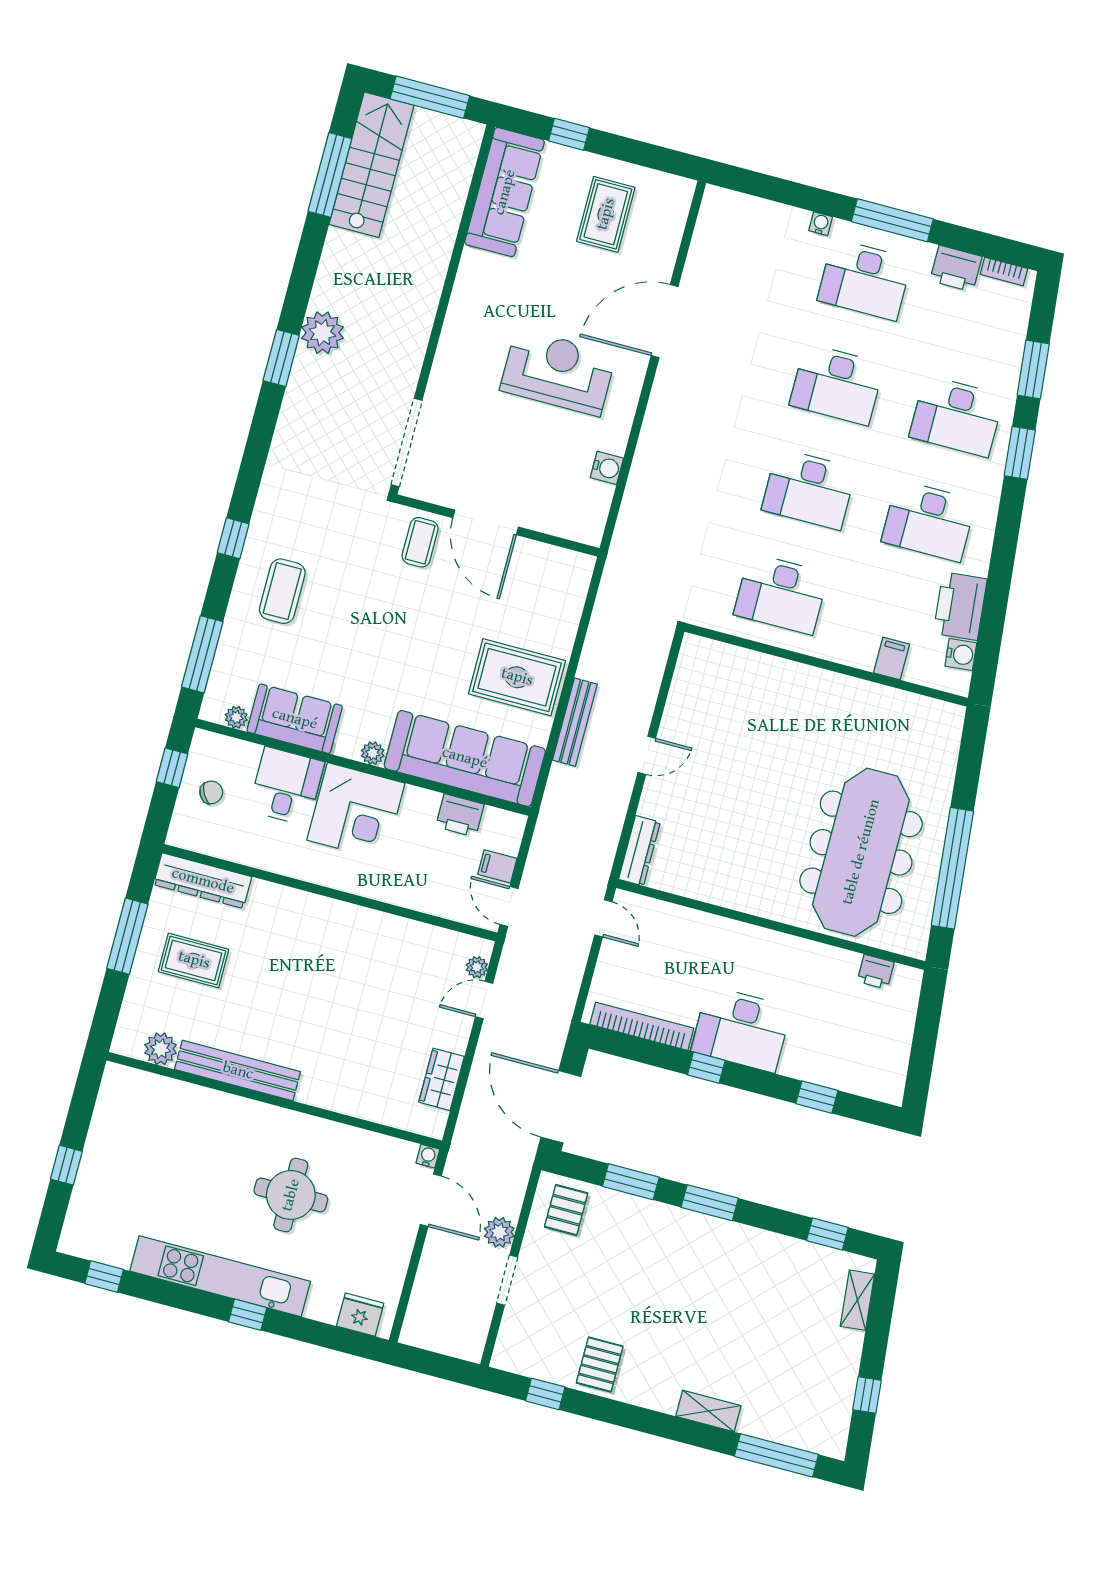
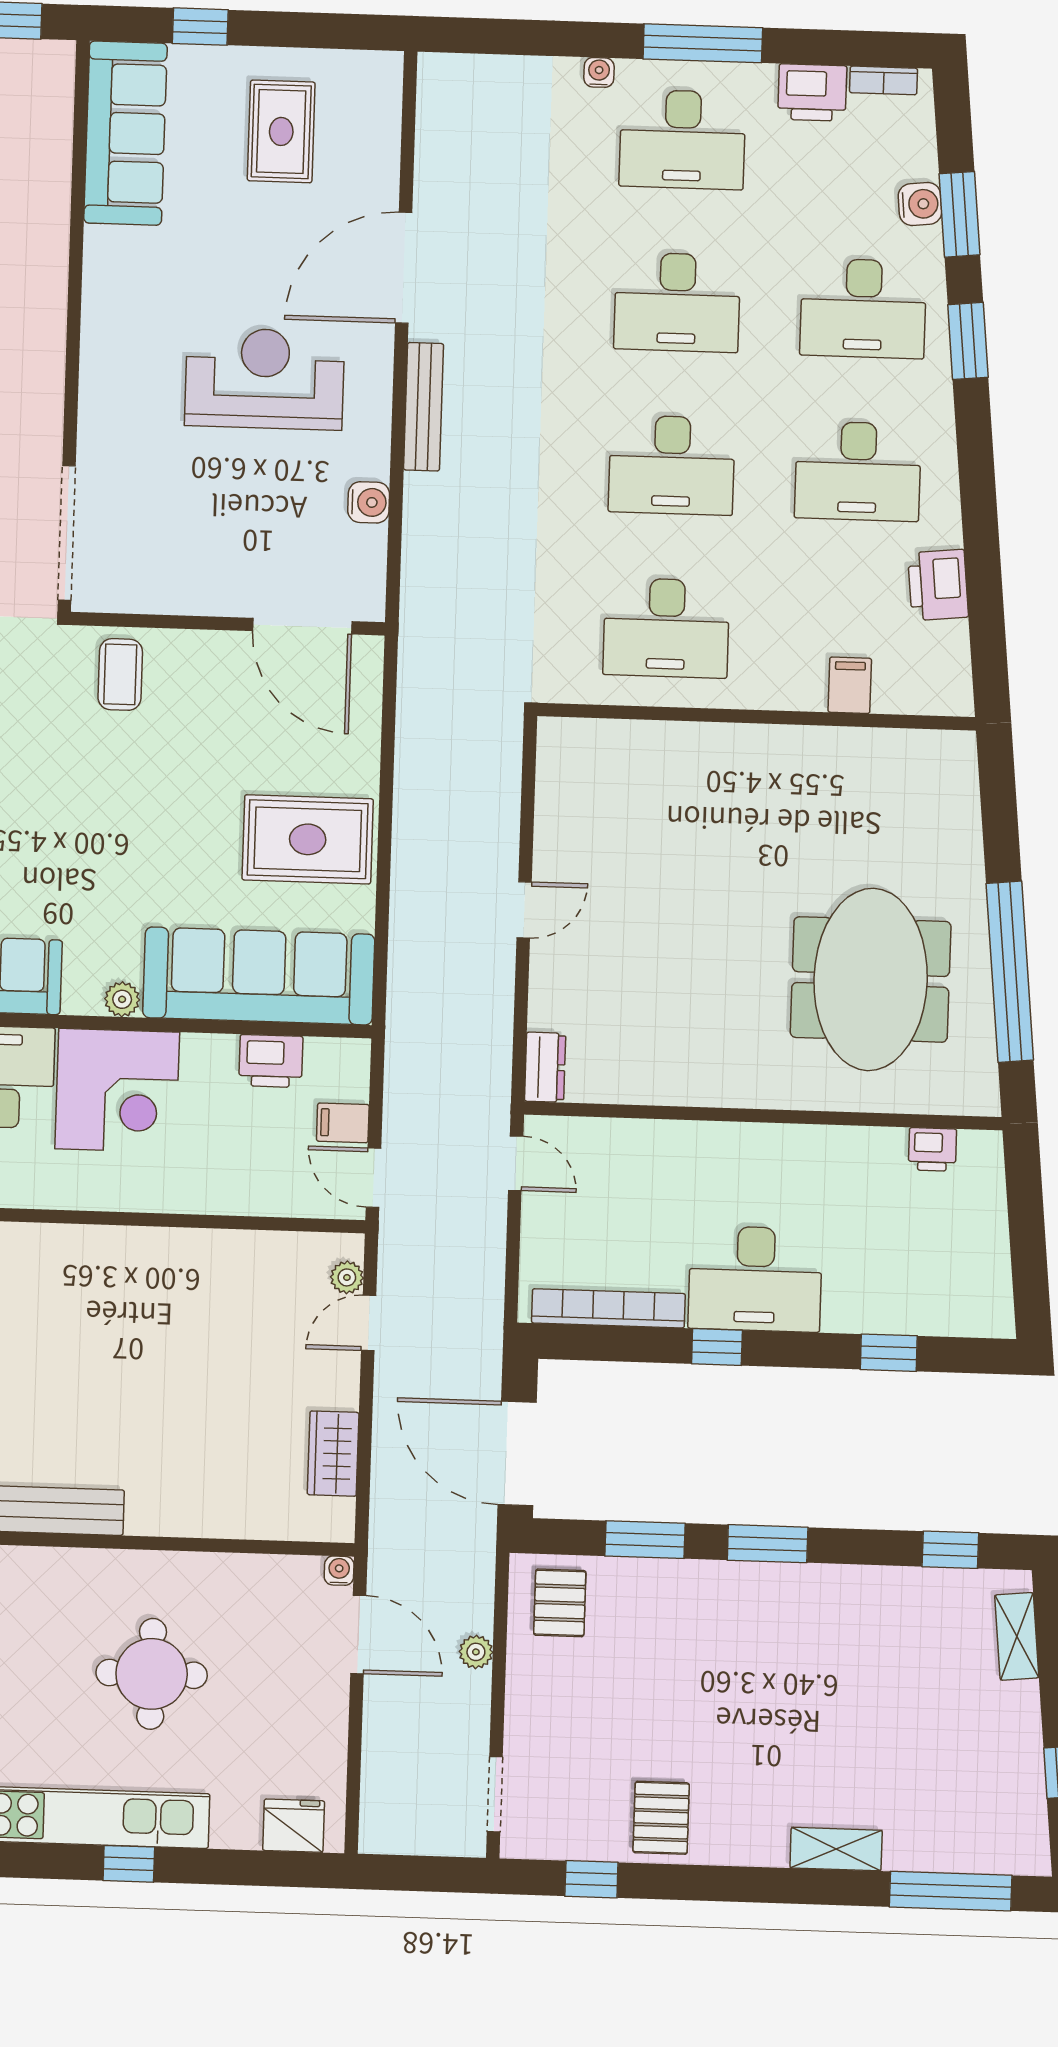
door: (486, 522) -> (302, 626), moved
printer: (960, 606) -> (938, 585), width x0.73, depth x0.84
water cooler: (961, 654) -> (920, 204), moved
bench: (575, 722) -> (424, 407), moved
dresser: (639, 851) -> (545, 1067), width x0.70
meeting table: (861, 852) -> (871, 979), width x0.73
plant: (499, 1232) -> (476, 1652), width x0.73, depth x0.73
doorway: (507, 1280) -> (495, 1794), moved

